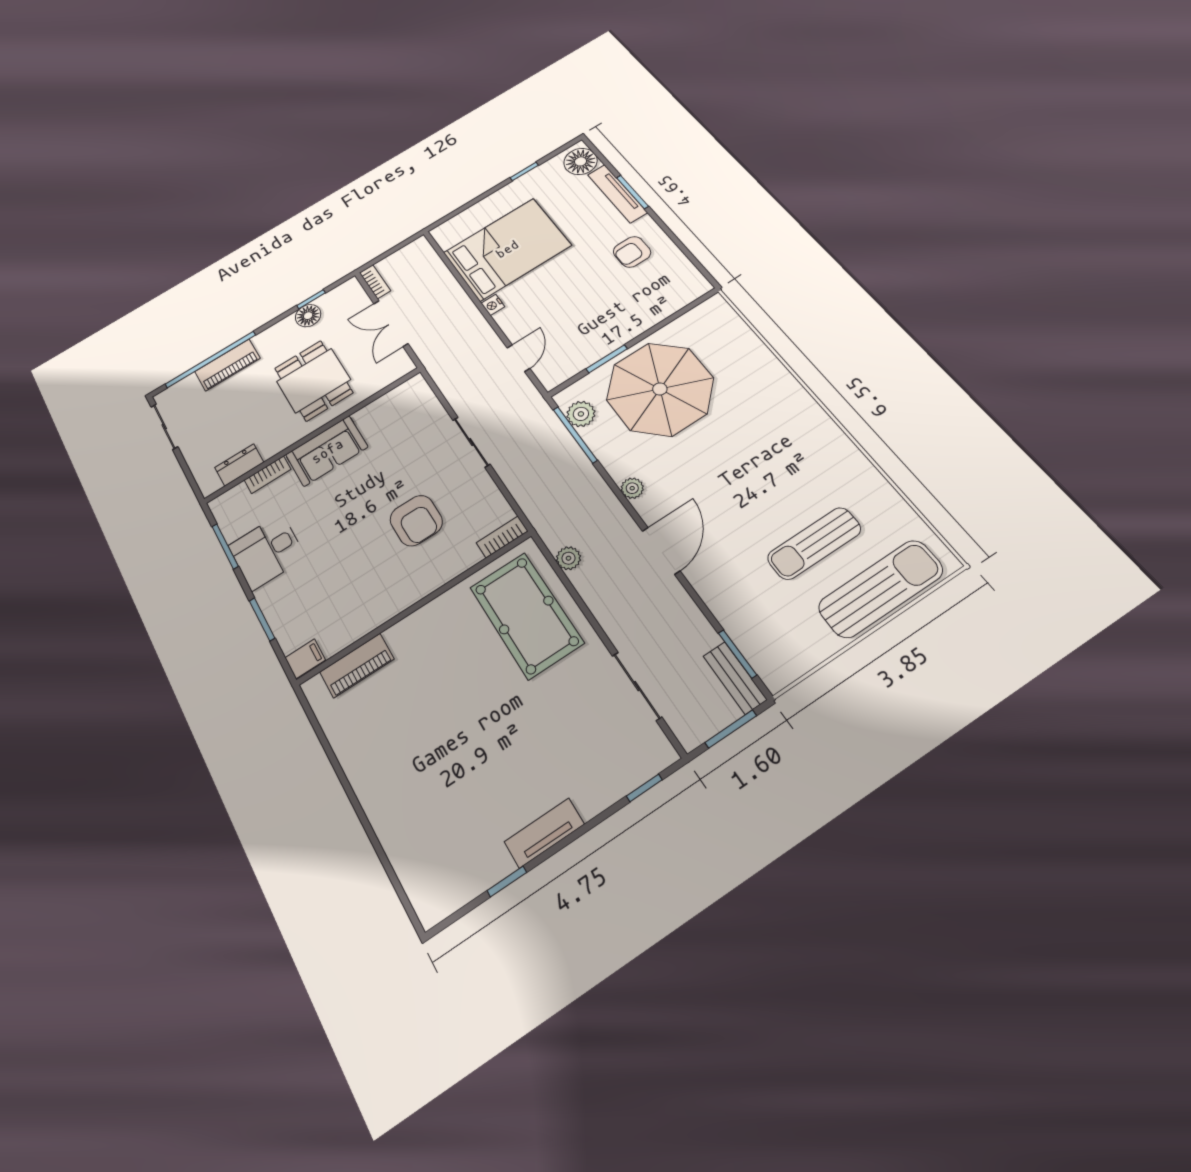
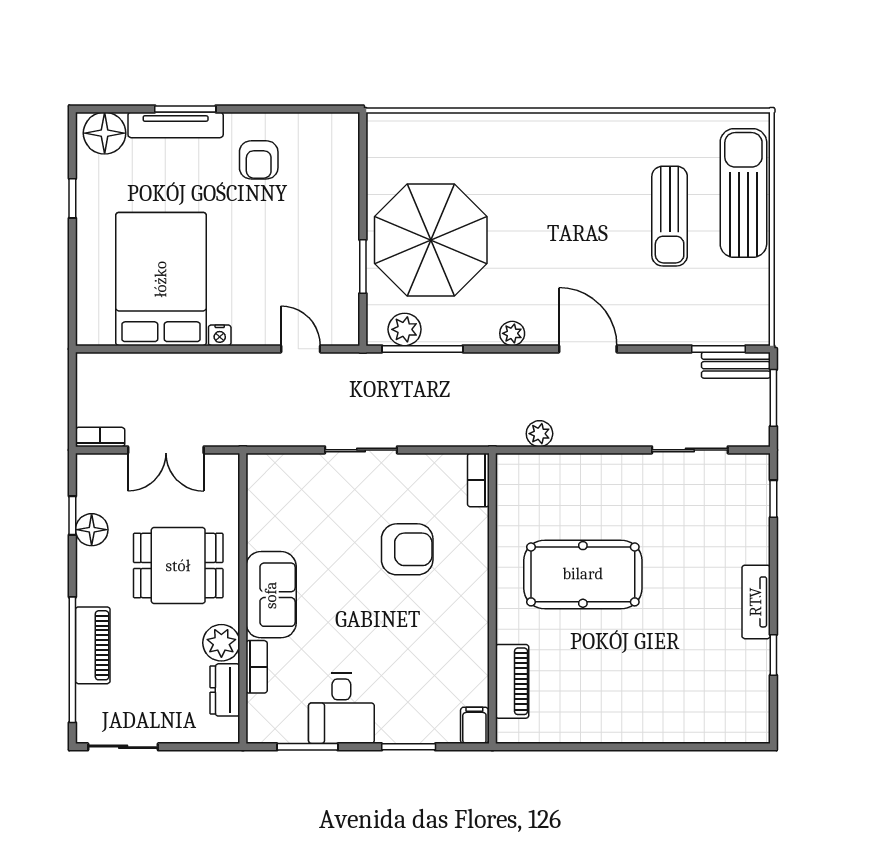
plant: (273, 441) -> (221, 643), added
pool table: (526, 615) -> (583, 574), moved

